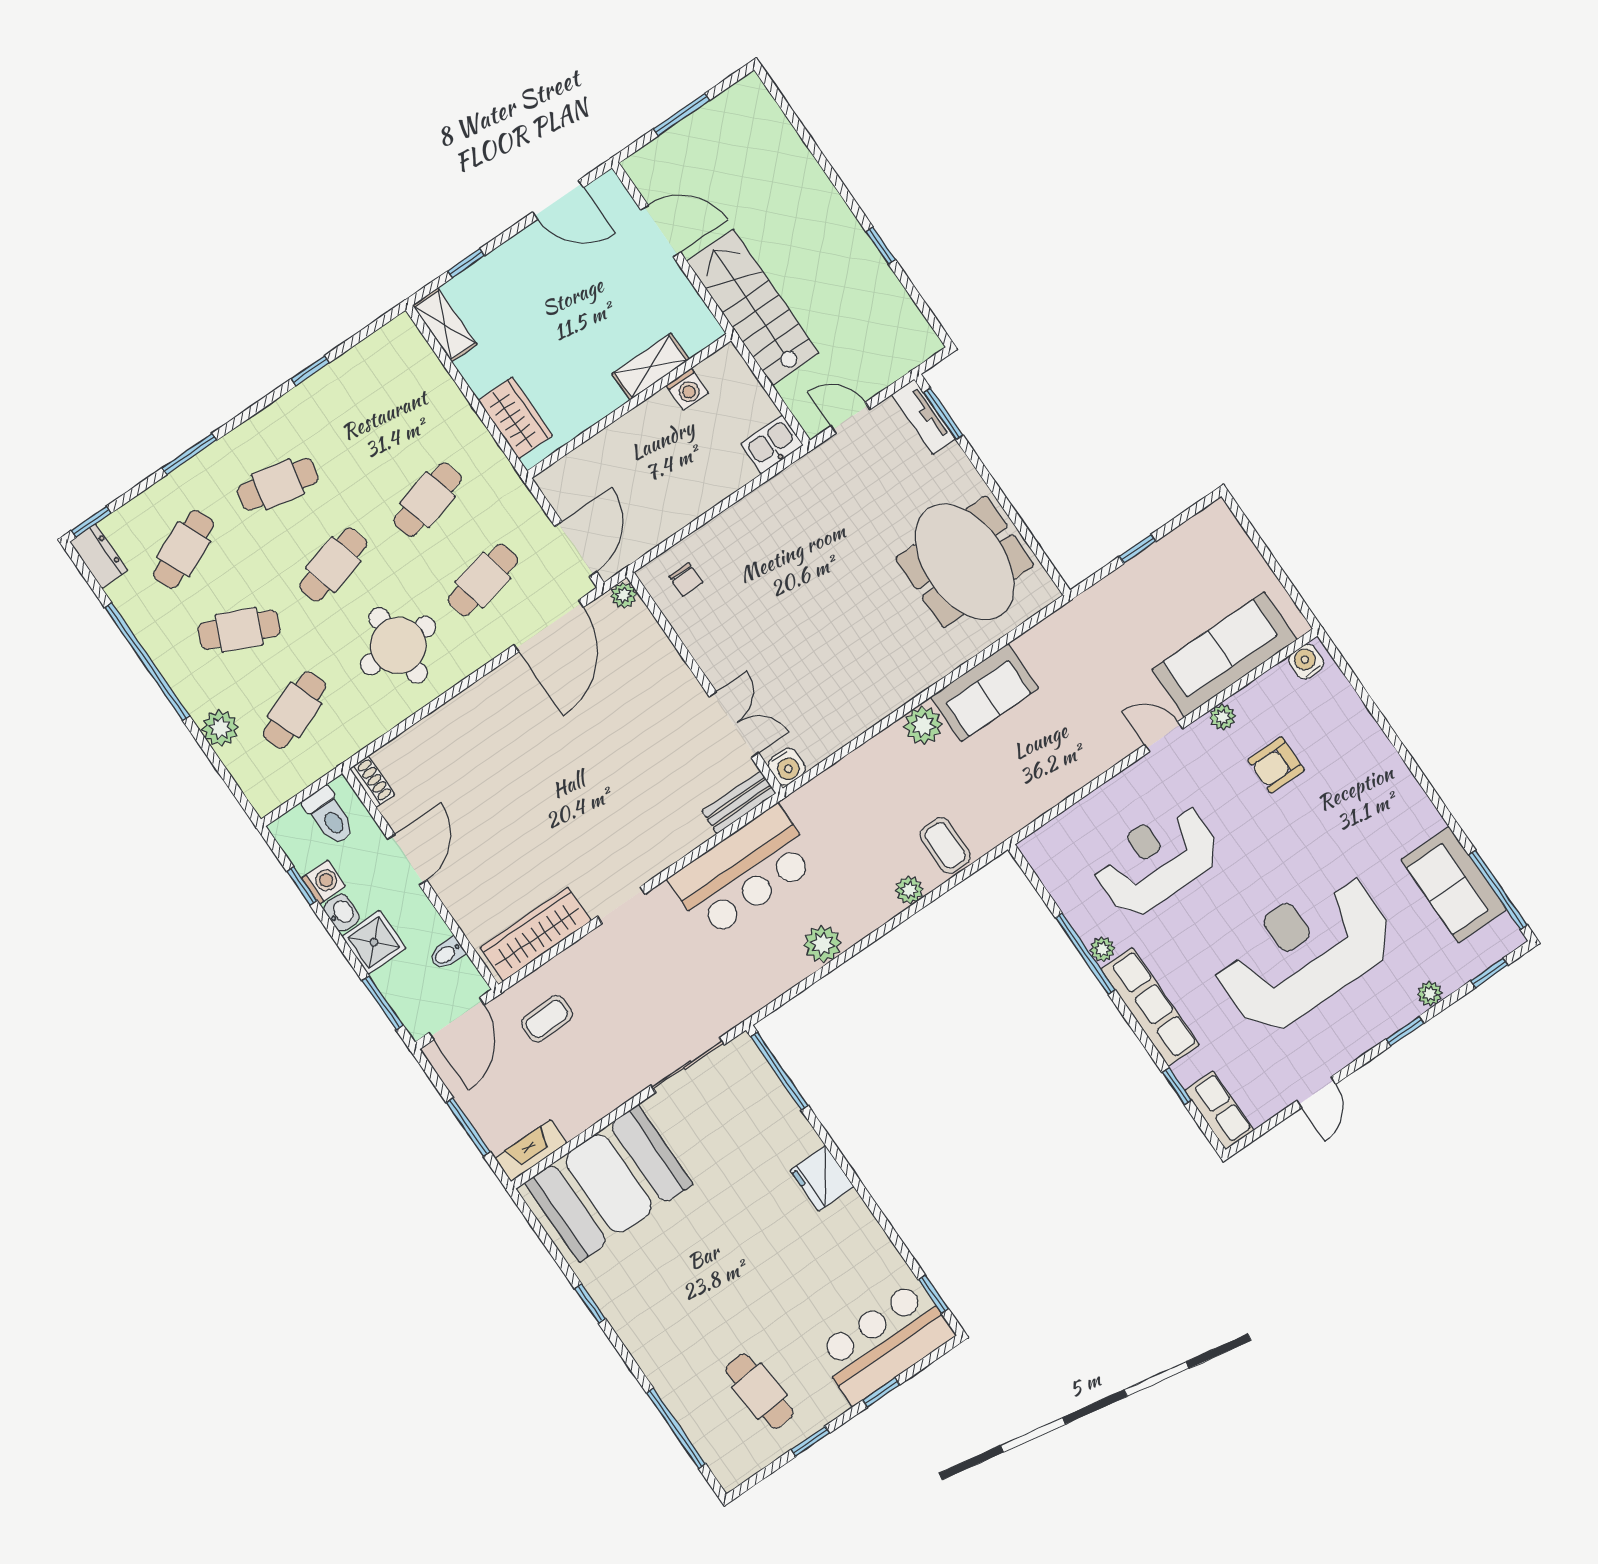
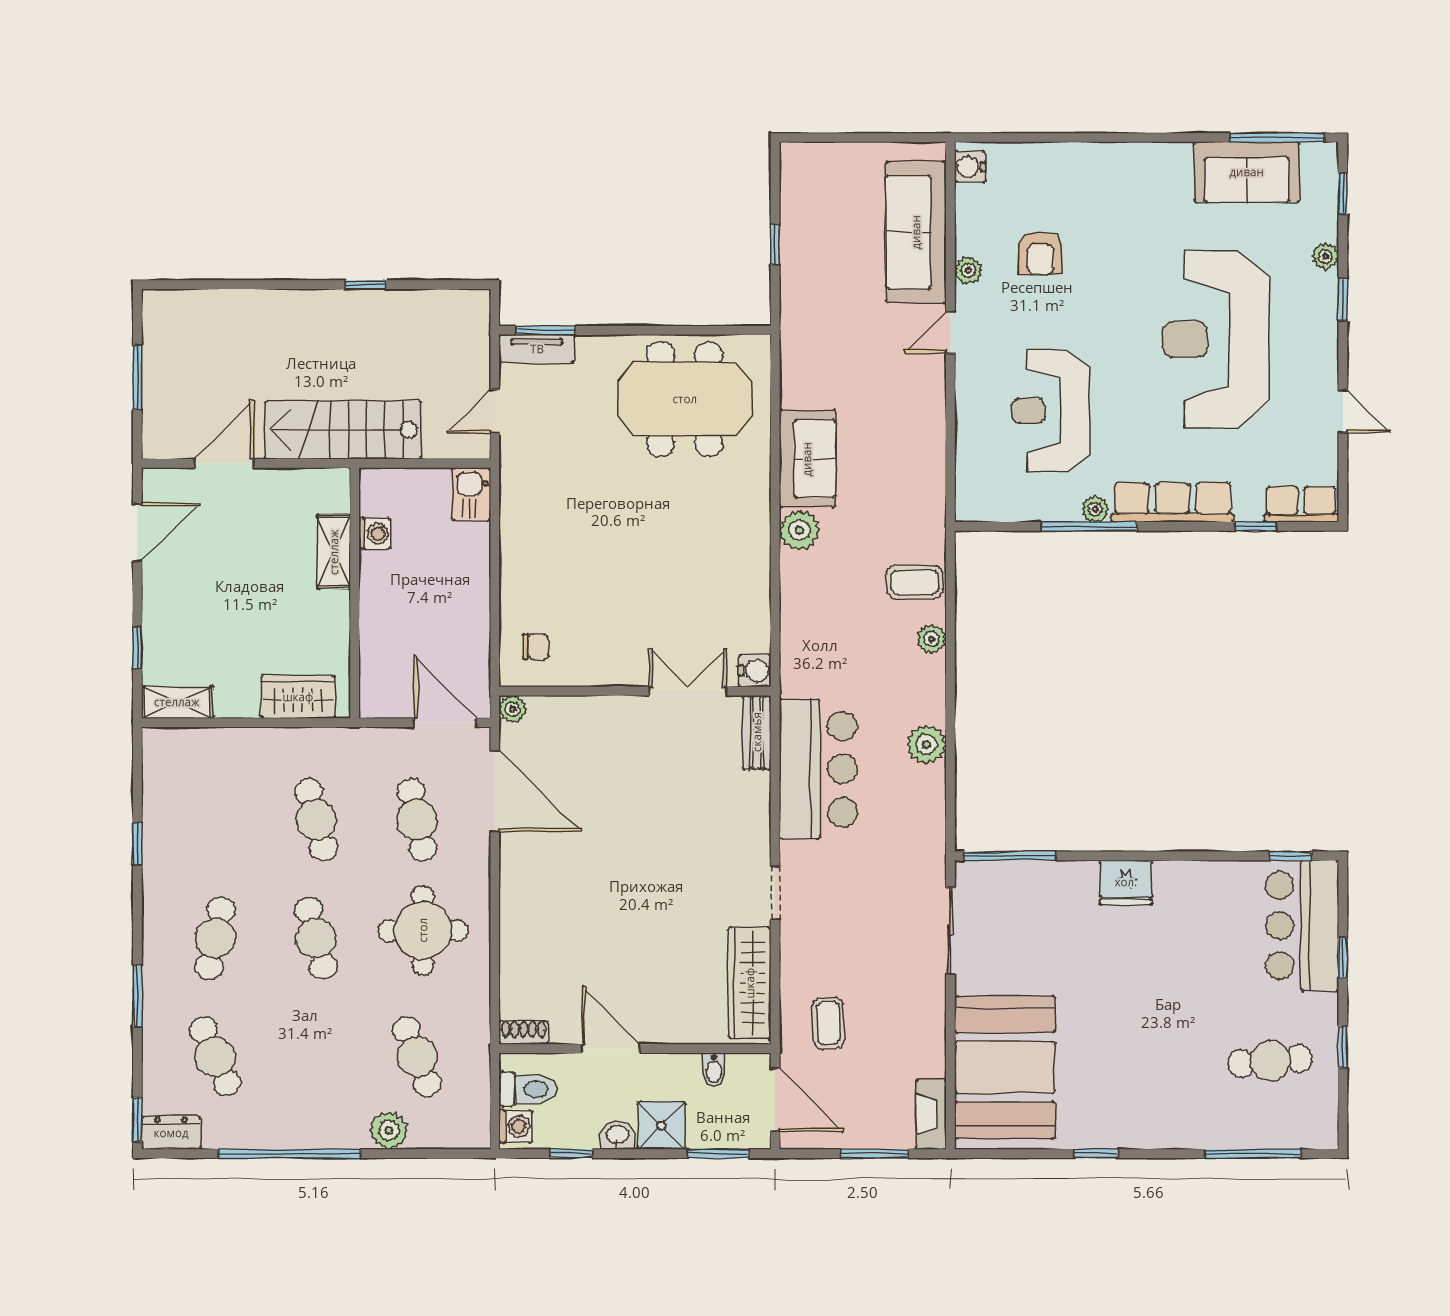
cafe table: (239, 630) -> (316, 1057), removed
washing machine: (324, 882) -> (516, 1126), moved, turned 90

